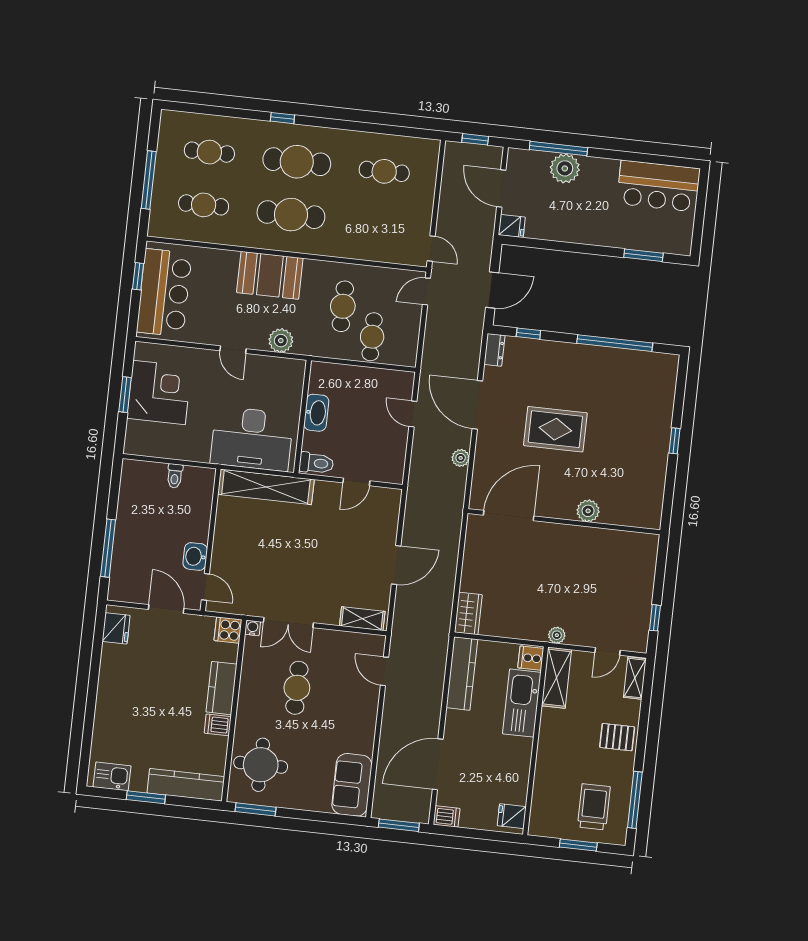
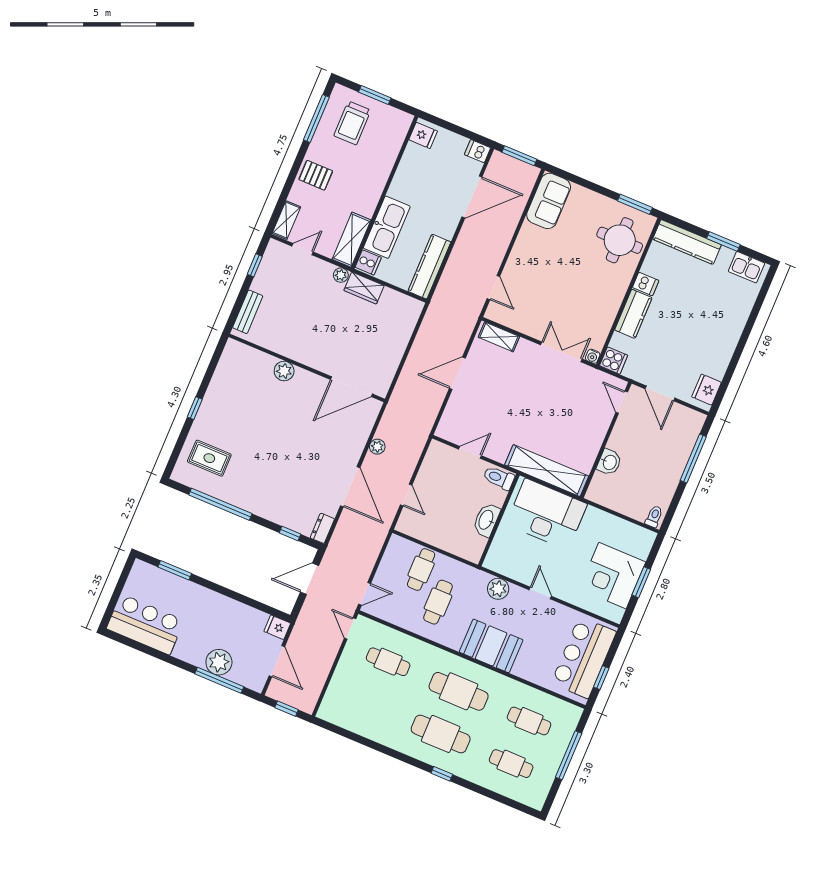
cafe table: (384, 171) -> (388, 662), moved
rug: (555, 429) -> (209, 458), moved, width x0.73, depth x0.70
toilet: (175, 476) -> (654, 517), moved
washbasin: (195, 556) -> (609, 462), moved
bench: (647, 564) -> (248, 312), added
wardrobe: (468, 613) -> (364, 288), moved, turned -90
cafe table: (297, 688) -> (570, 295), removed

